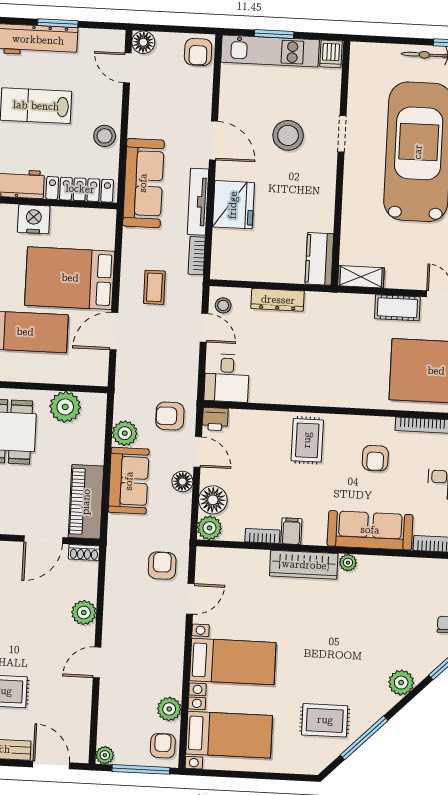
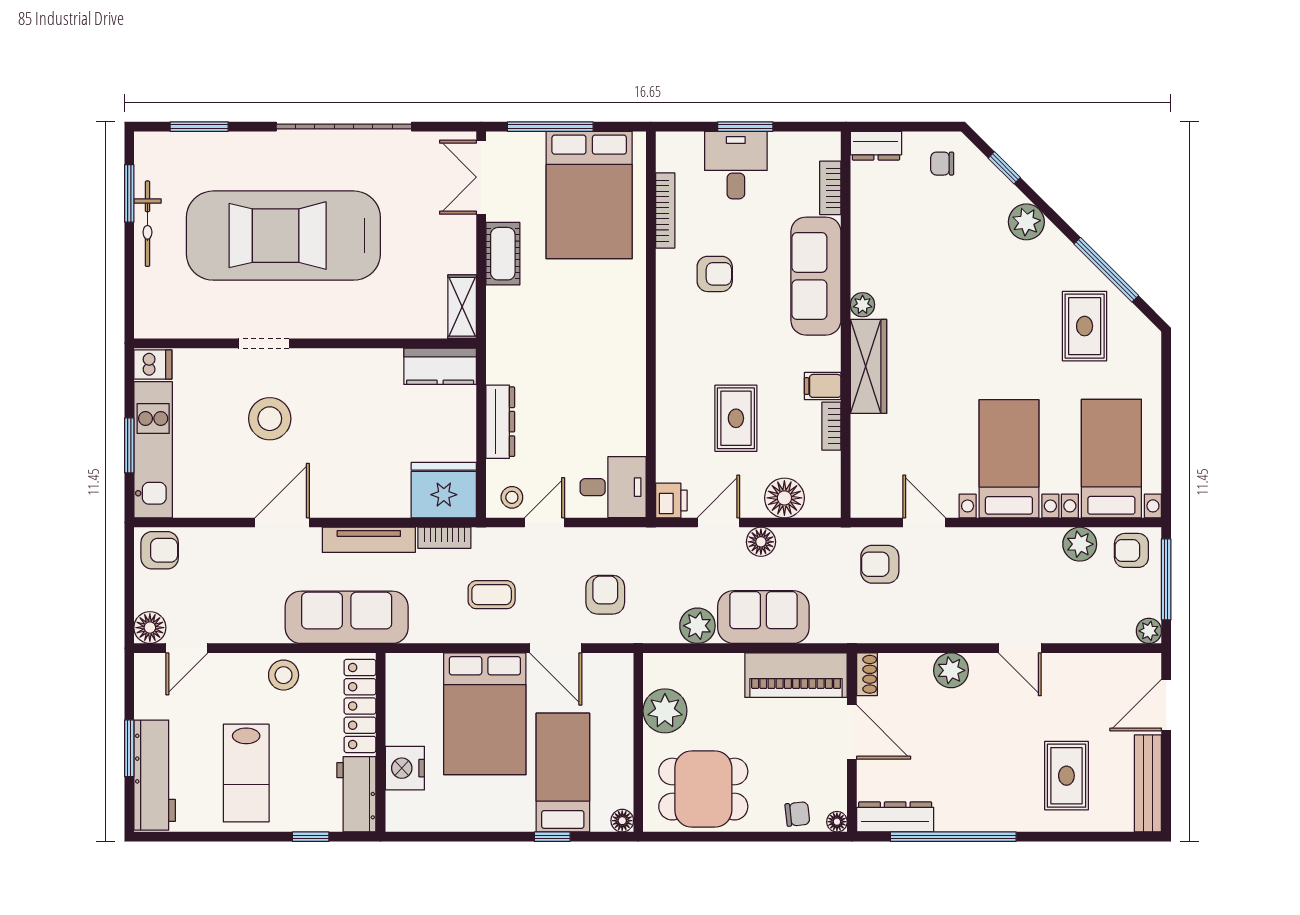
fridge: (233, 205) -> (444, 490), moved
armchair: (170, 416) -> (605, 595), moved, turned 180
rug: (307, 440) -> (736, 418), moved, turned 90
plant: (209, 528) -> (824, 501), removed

